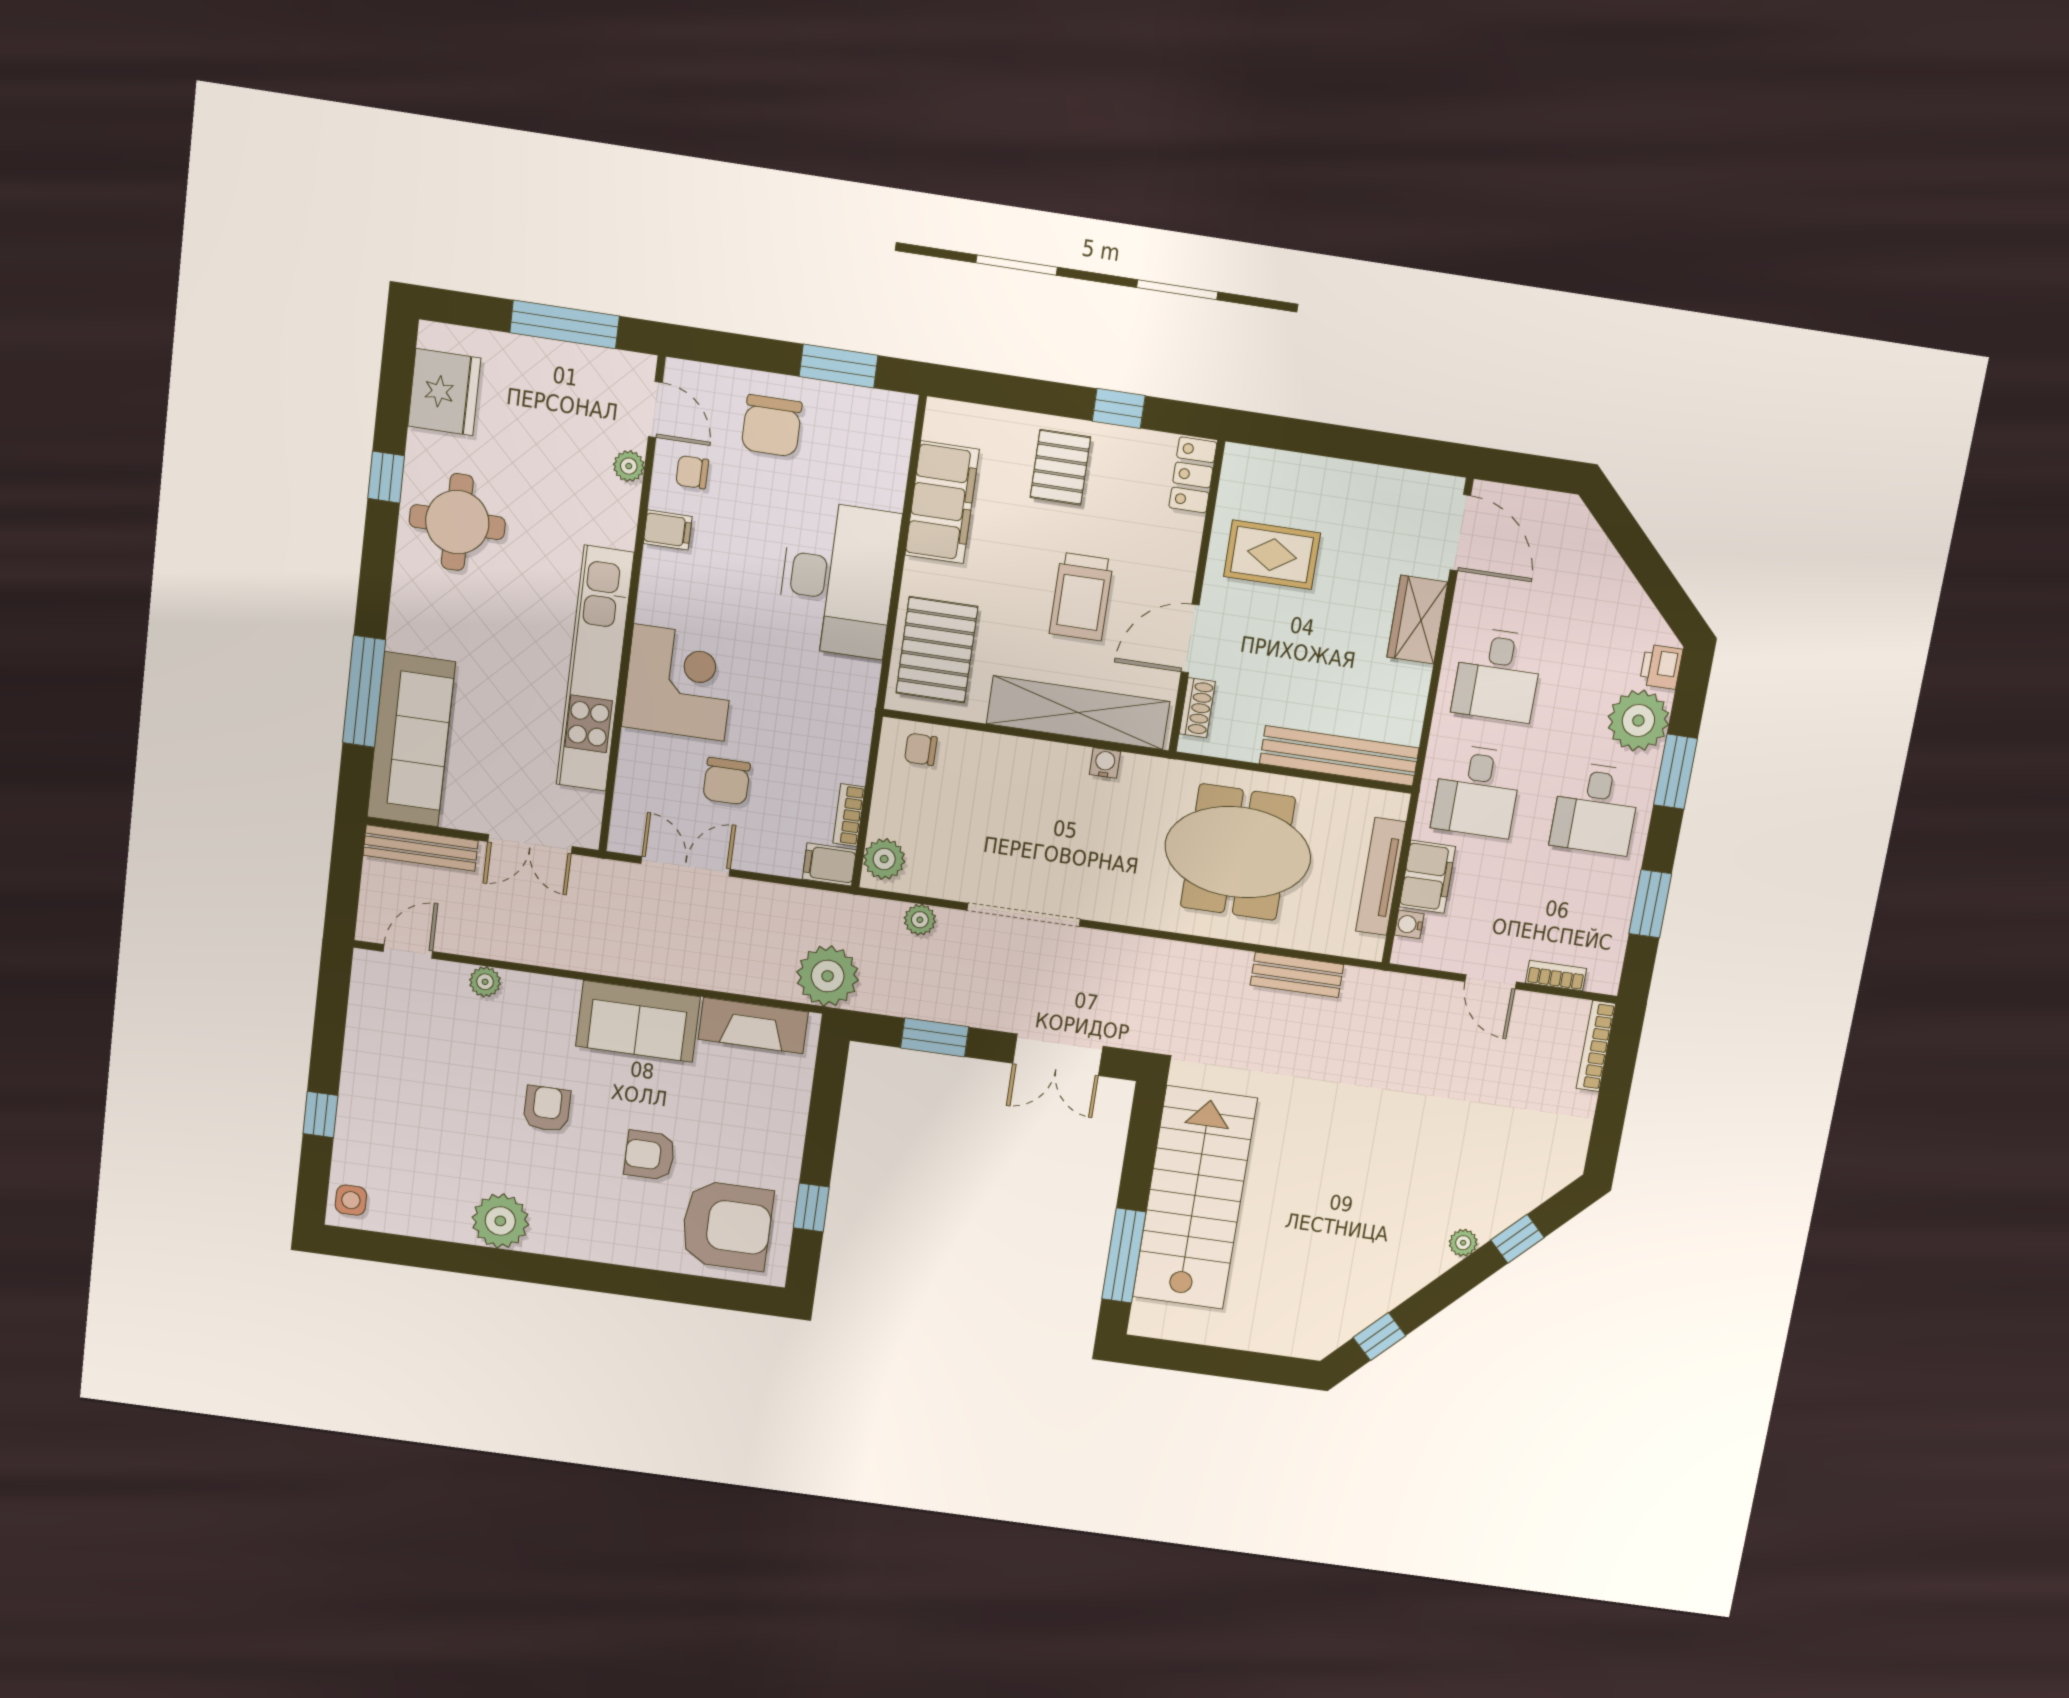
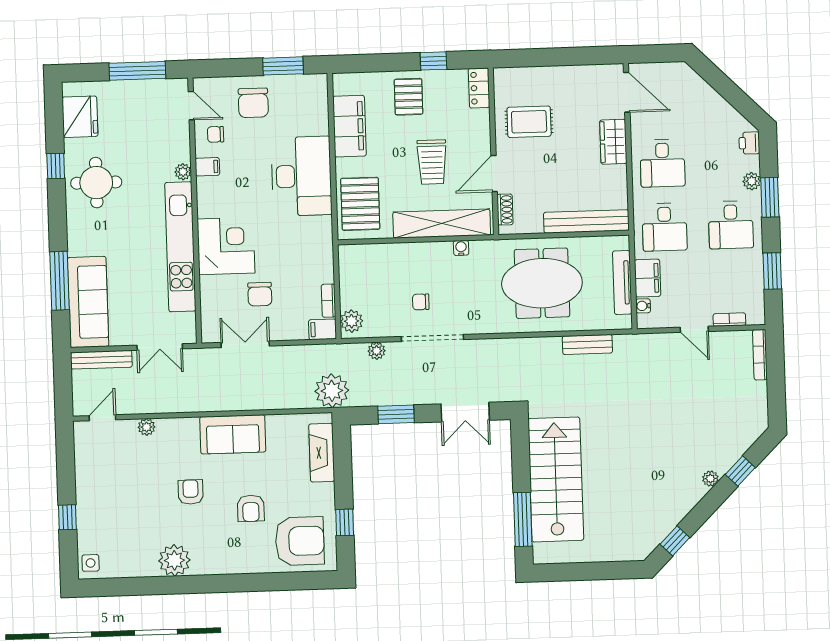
plant: (629, 466) -> (183, 172), moved
plant: (1638, 721) -> (752, 181), width x0.53, depth x0.53
chair: (921, 749) -> (421, 302), moved
fireplace: (753, 1026) -> (322, 453), moved, turned 90
armchair: (650, 1155) -> (251, 508), turned -90

